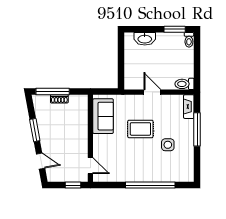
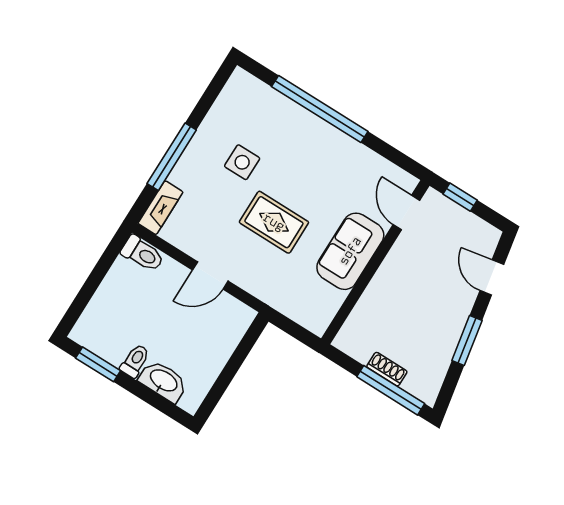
toilet: (189, 40) -> (135, 361), moved
door: (152, 92) -> (210, 275), hinge flipped
sofa: (103, 116) -> (350, 251), moved

